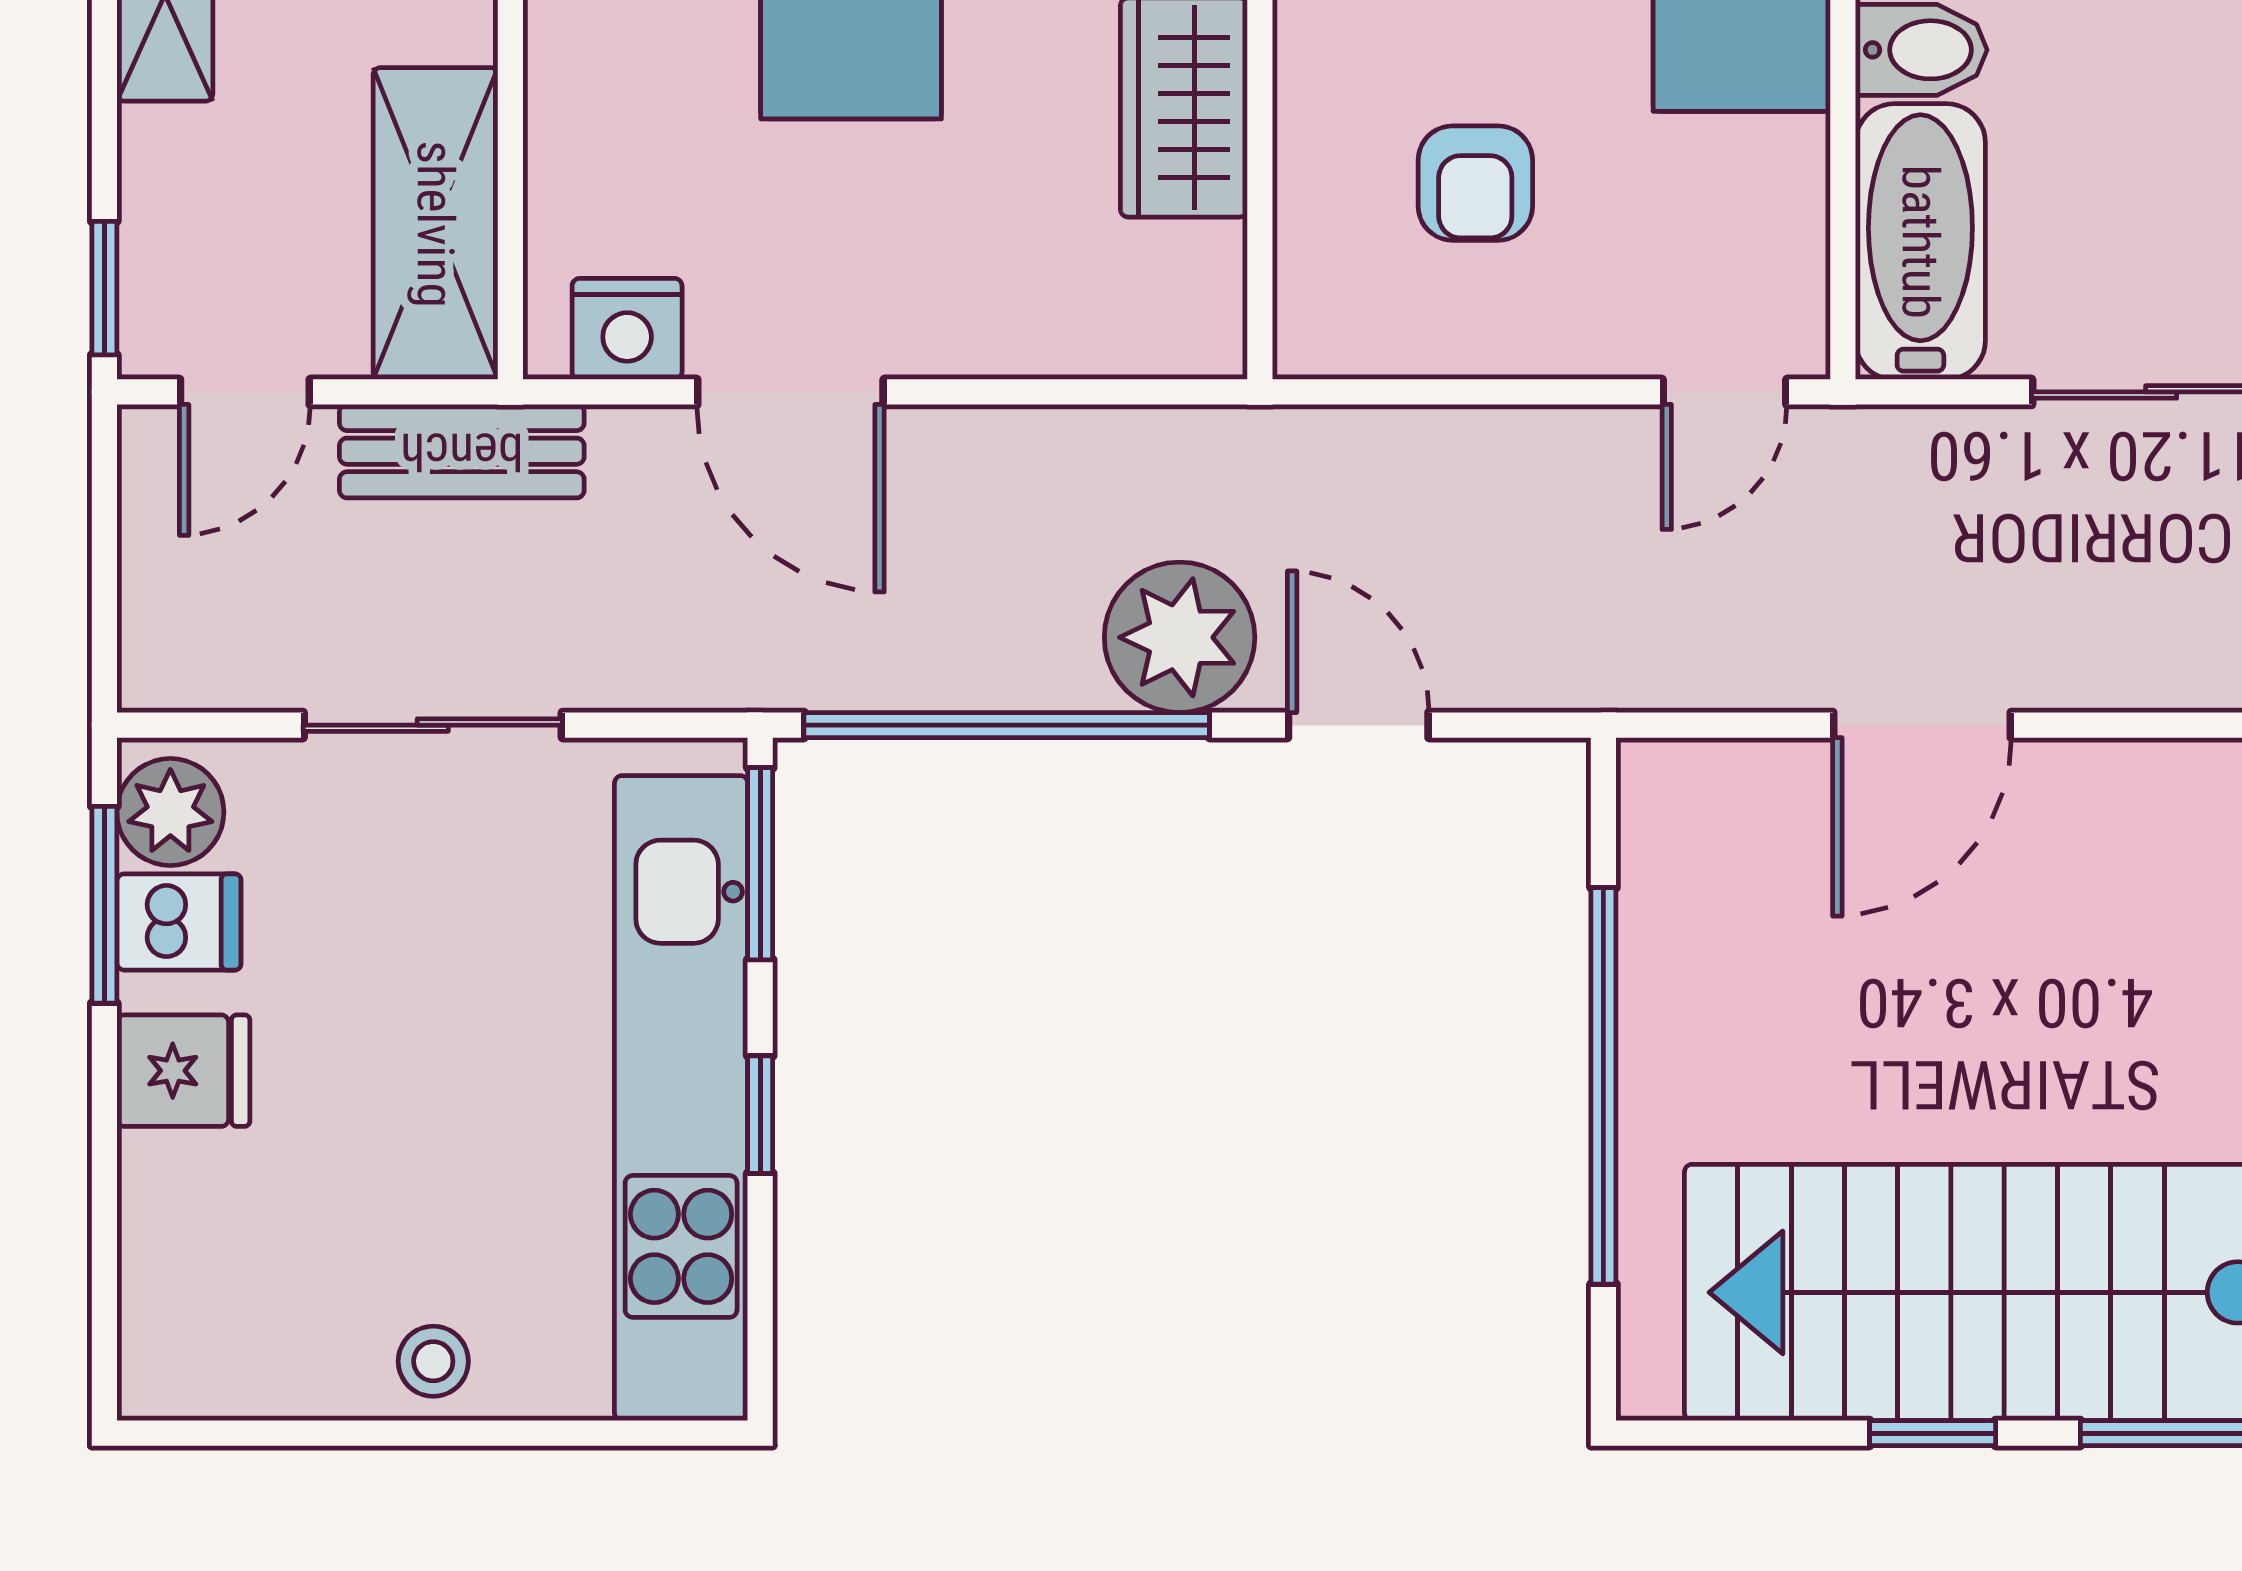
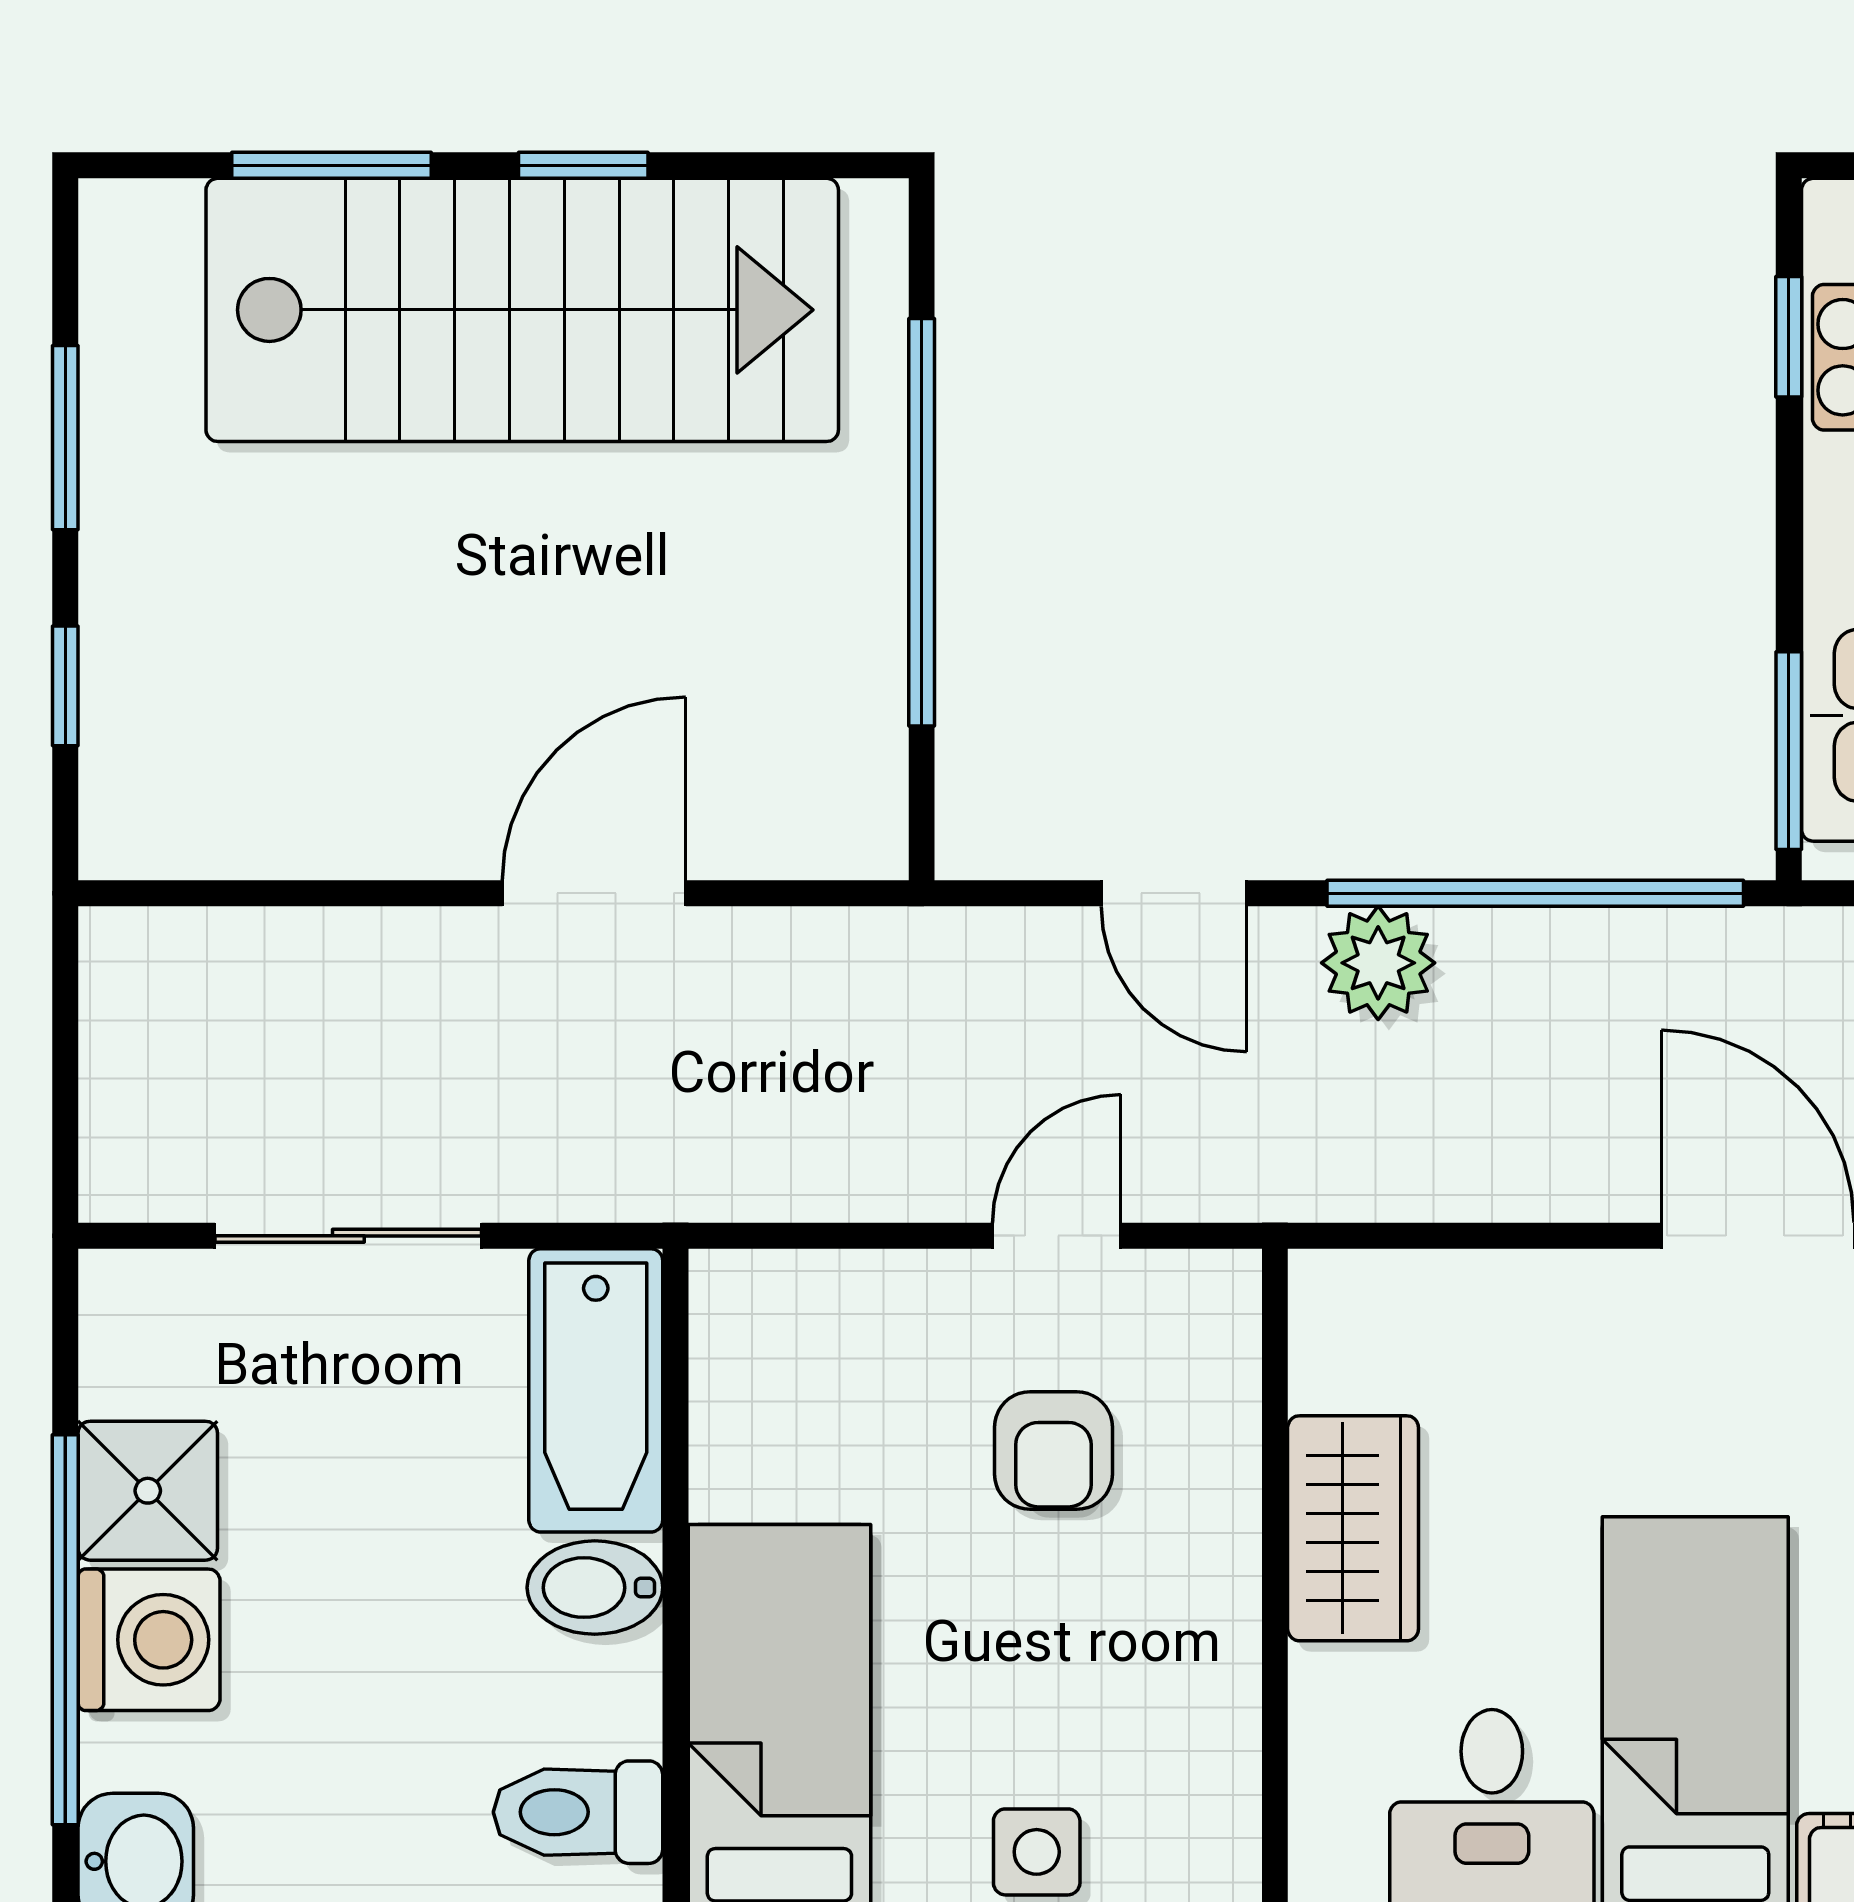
armchair: (1475, 183) -> (1053, 1451), turned 180
door: (1724, 392) -> (1057, 1236), moved
plant: (1180, 637) -> (1378, 963), width x0.73, depth x0.73
window: (760, 1115) -> (1789, 337), moved

